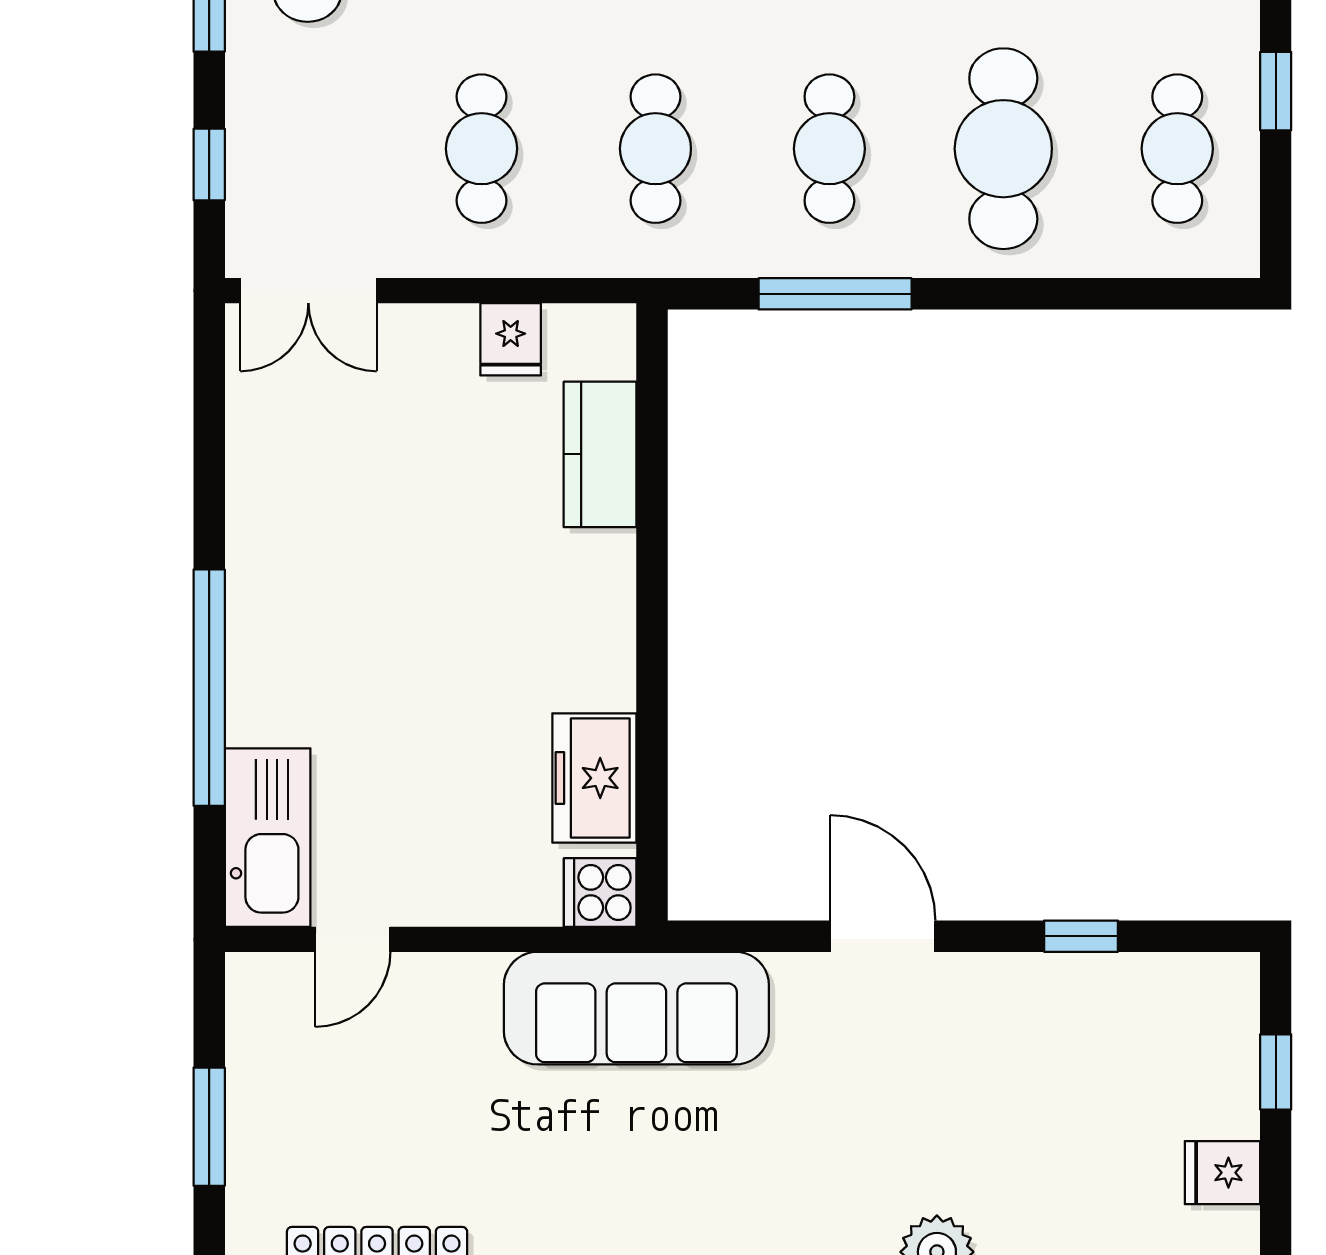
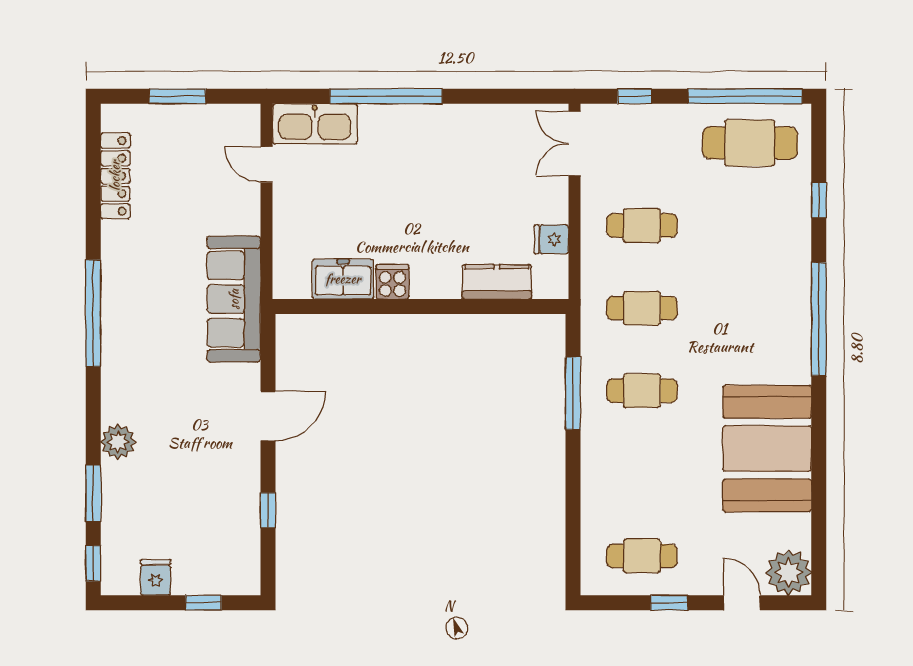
cafe table: (1003, 149) -> (642, 473), removed
cooker: (600, 892) -> (392, 282), moved

